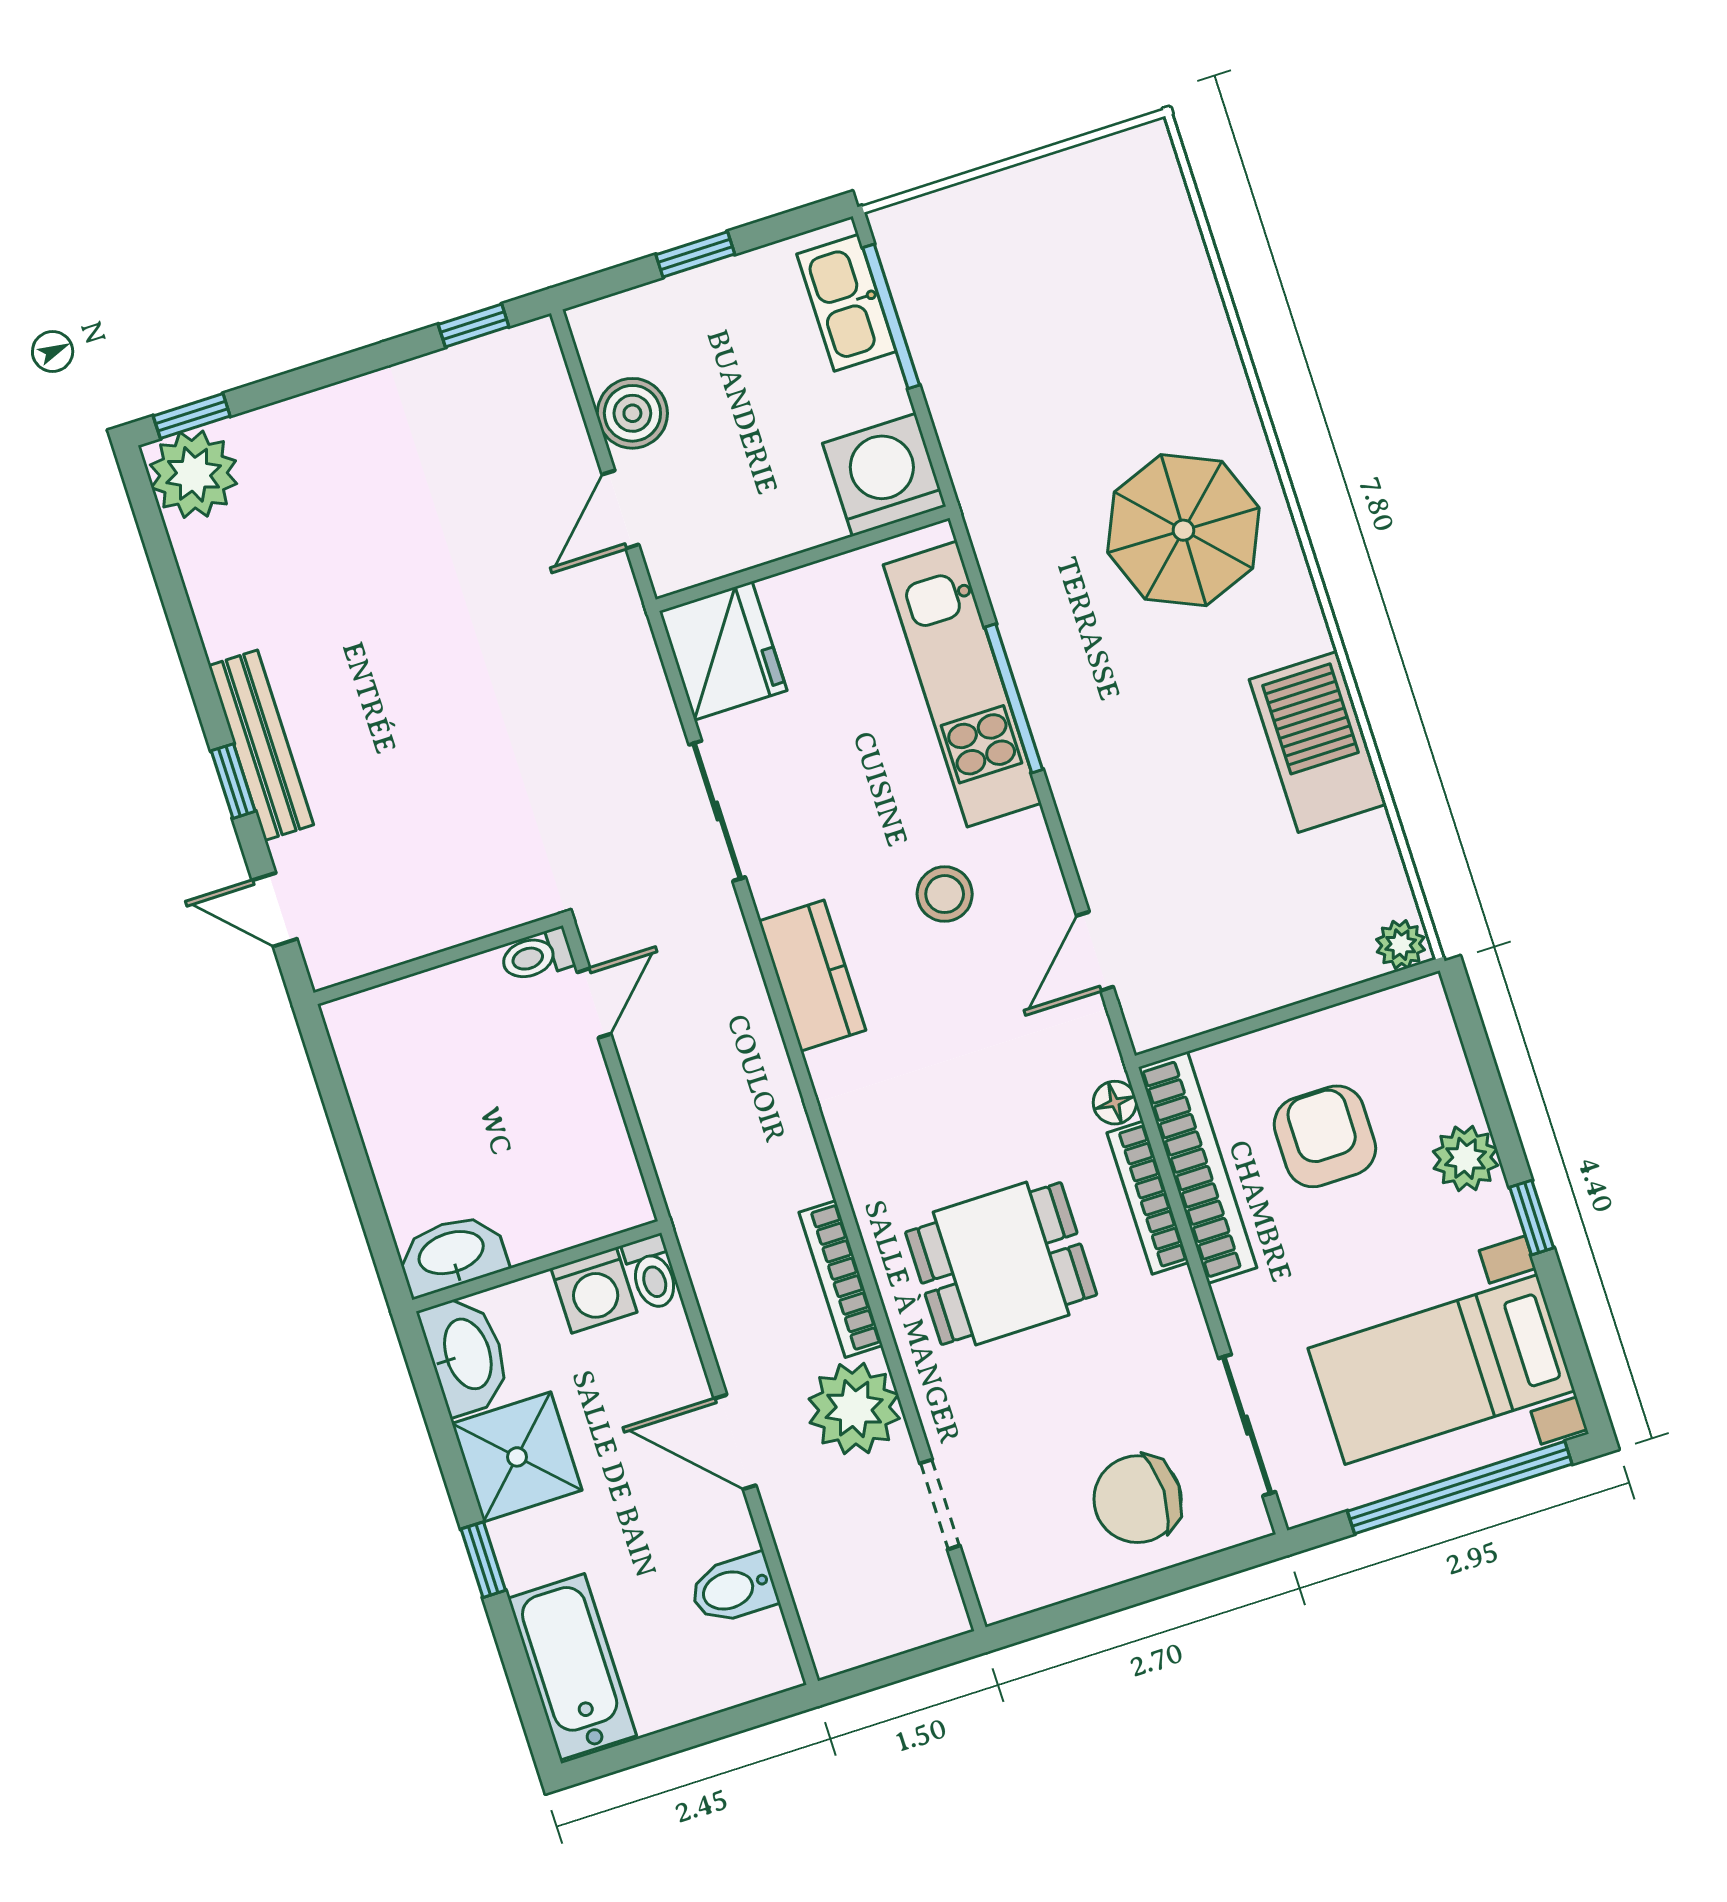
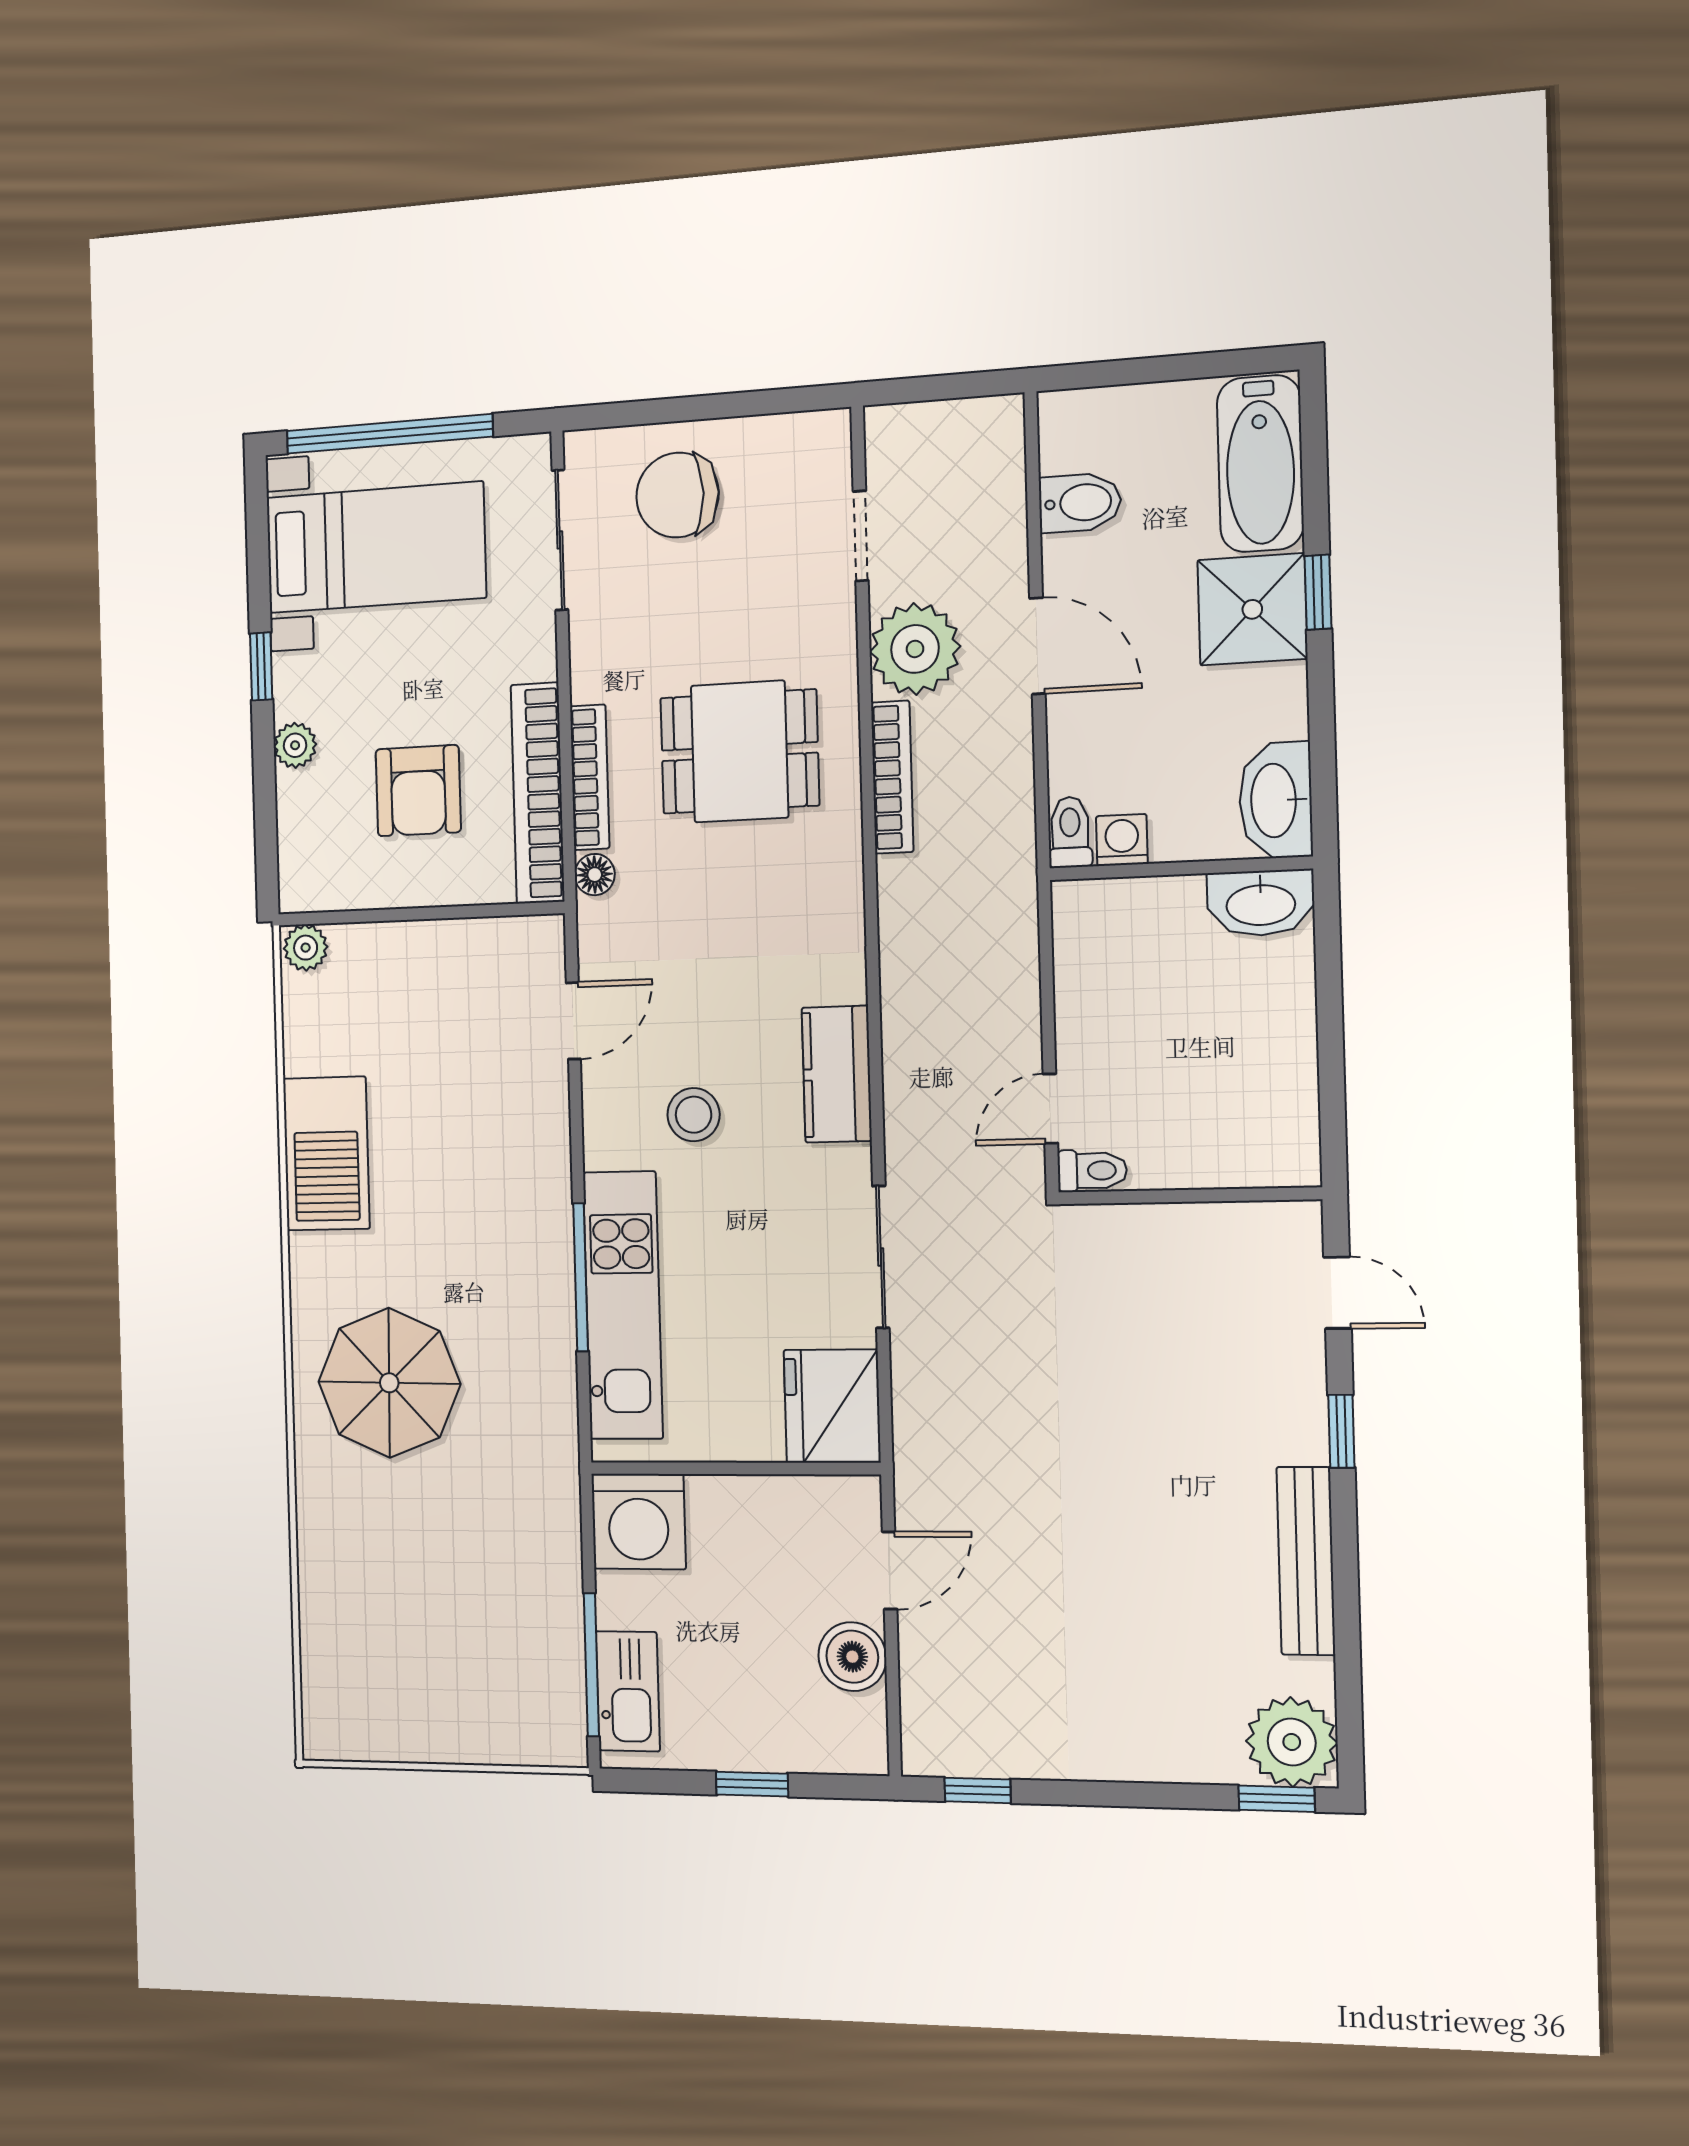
bench: (261, 745) -> (1306, 1561), moved
plant: (1466, 1158) -> (295, 745), width x0.73, depth x0.73
washing machine: (594, 1290) -> (1122, 840), width x0.73, depth x0.73
shower: (517, 1457) -> (1252, 609), moved
chair: (1138, 1499) -> (677, 495), turned 180

